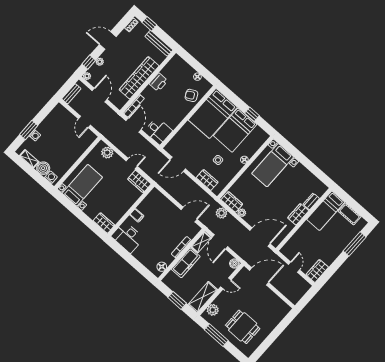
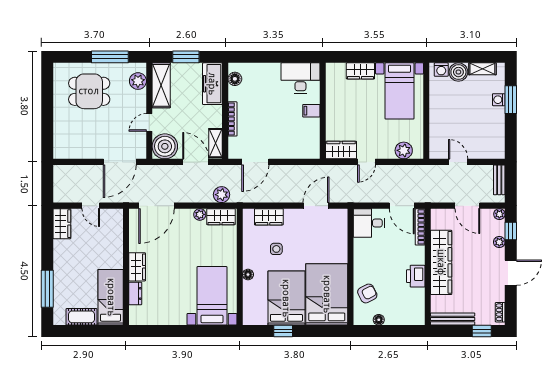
wardrobe: (104, 223) -> (360, 71), moved
freezer: (186, 263) -> (212, 84), moved
boiler: (234, 264) -> (165, 146), width x1.86, depth x1.86

